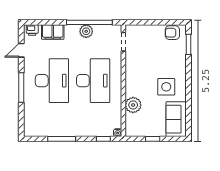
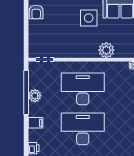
filing cabinet: (53, 32) -> (36, 123), width x0.50

